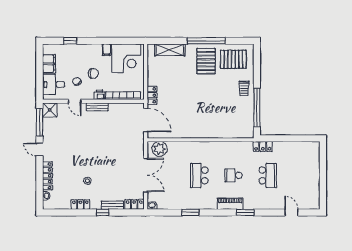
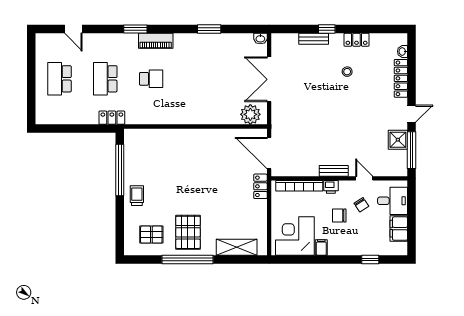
pallet: (233, 59) -> (151, 235), width x0.67, depth x0.71
shower: (50, 110) -> (398, 140), moved
door: (39, 149) -> (412, 114), hinge flipped
school desk: (199, 175) -> (59, 79), moved, turned 180
locker: (134, 204) -> (284, 40), removed

